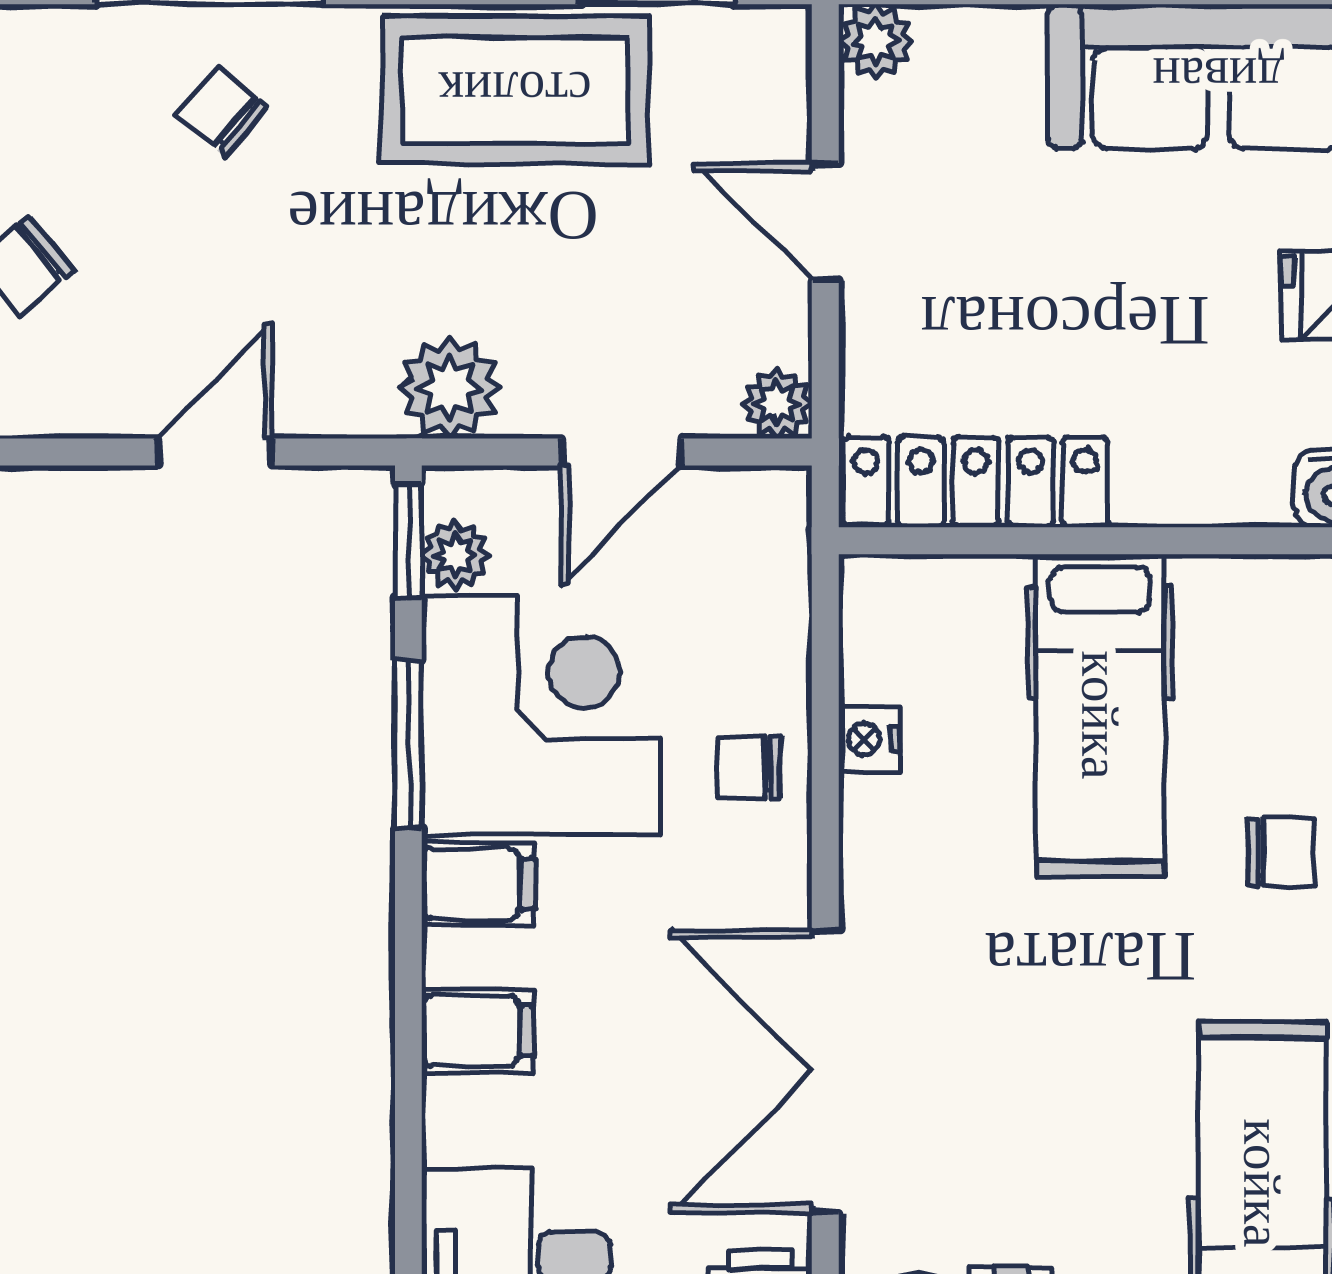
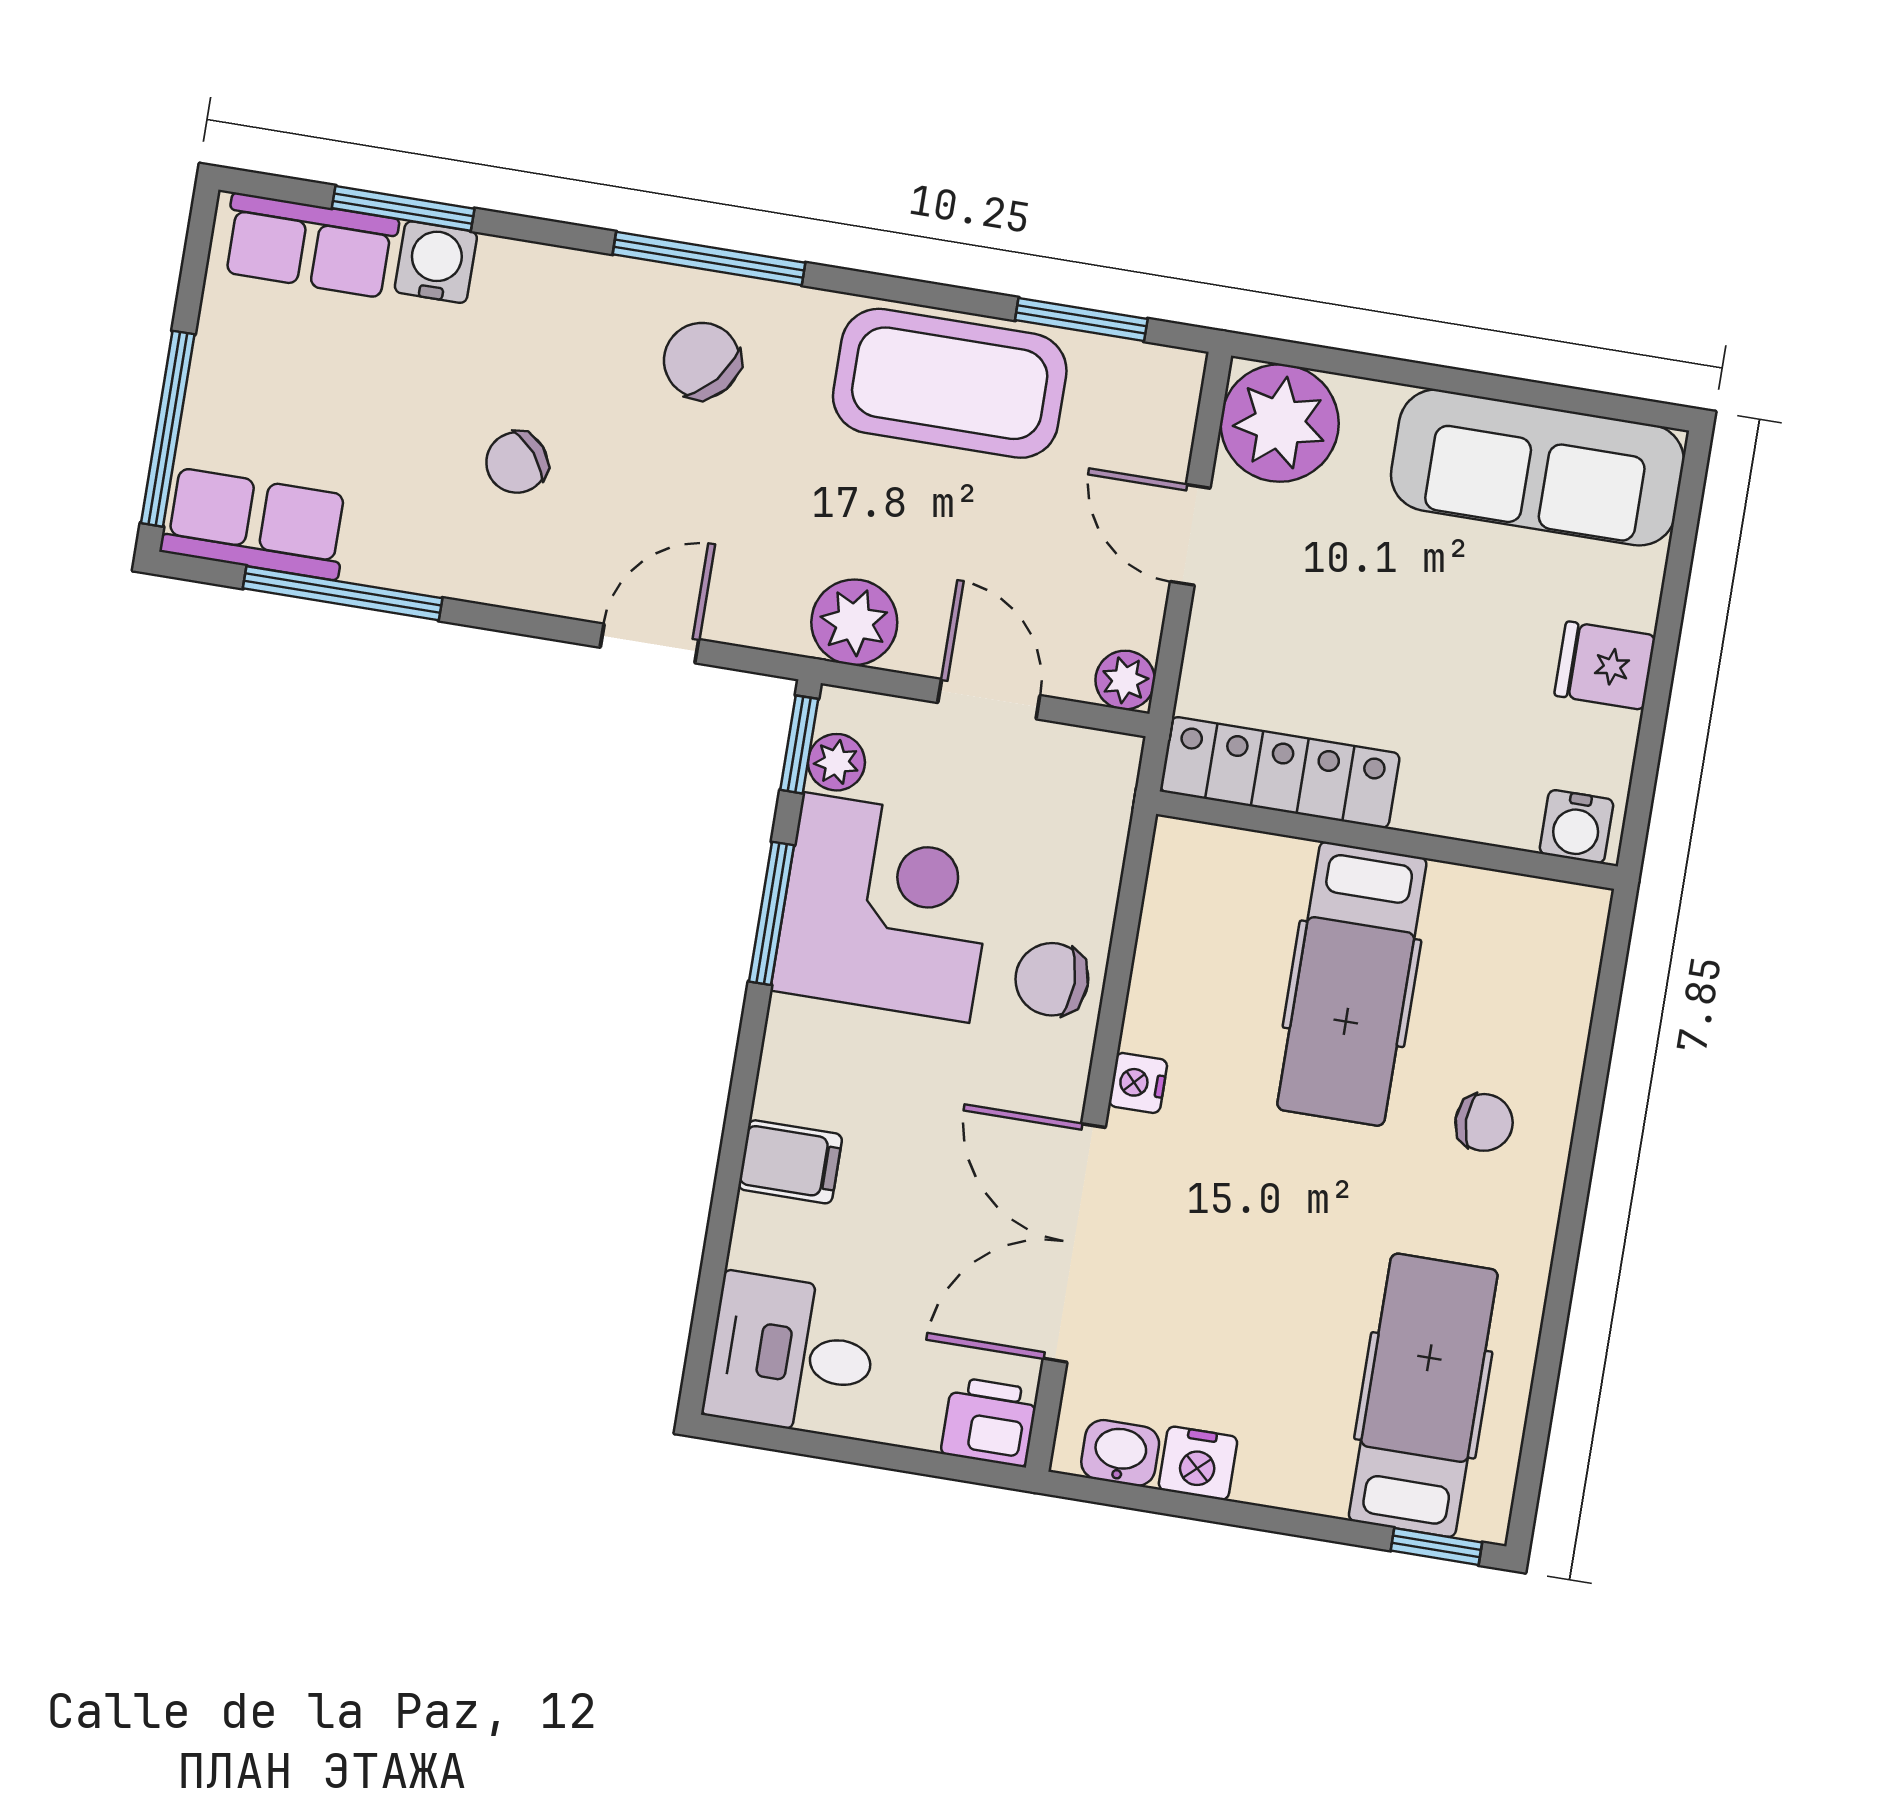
plant: (876, 41) -> (1280, 423), width x1.87, depth x1.87
chair: (221, 111) -> (702, 360), width x1.37, depth x1.37
door: (621, 452) -> (989, 699), swing flipped
nightstand: (869, 739) -> (1138, 1083), moved
chair: (749, 767) -> (1052, 979), width x1.37, depth x1.37
filing cabinet: (478, 884) -> (811, 1039), removed

